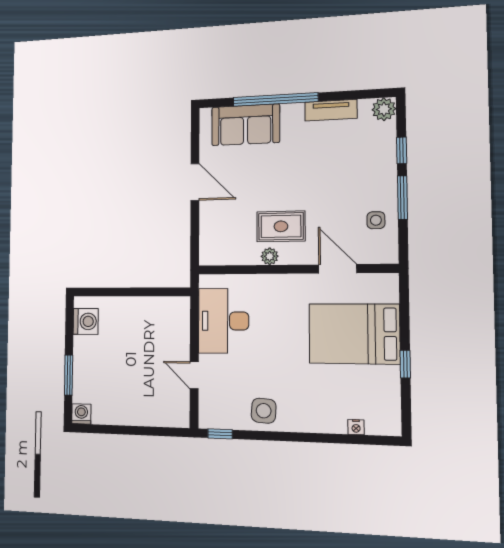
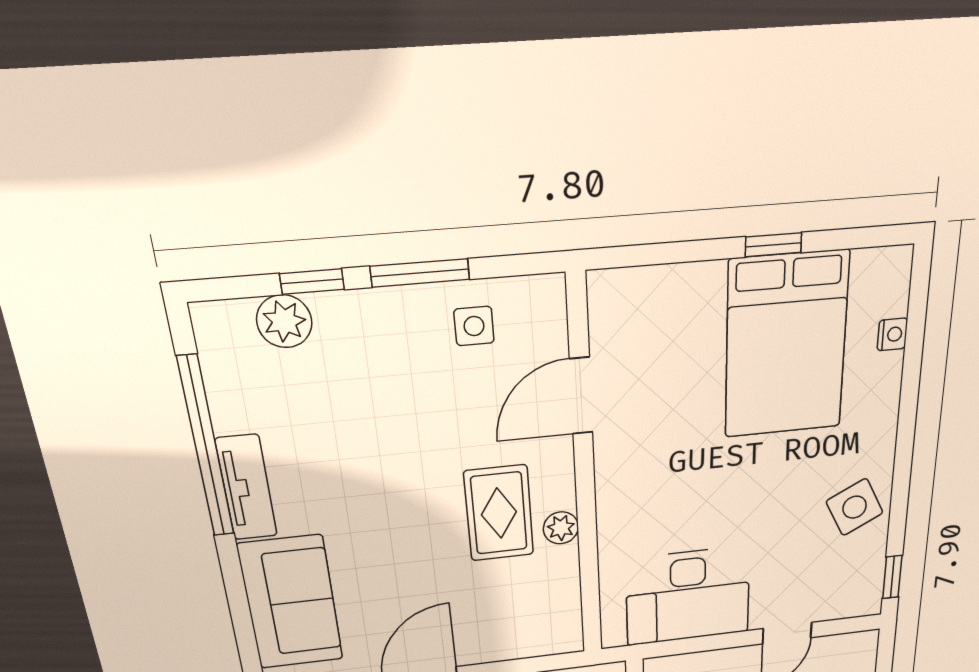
window: (275, 99) -> (206, 448), moved
plant: (384, 109) -> (284, 321), moved
tv unit: (331, 110) -> (246, 488), moved
bed: (354, 334) -> (786, 345), moved
side table: (264, 411) -> (855, 507), turned -31

